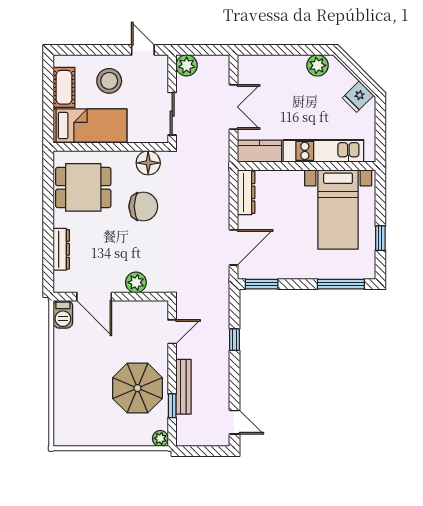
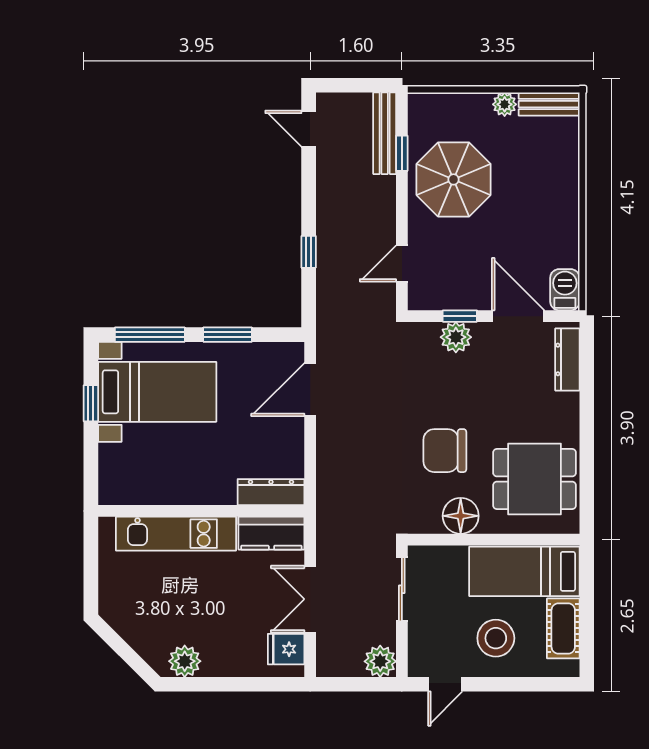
door: (143, 50) -> (445, 684), hinge flipped
fridge: (358, 97) -> (286, 649), moved, turned -135
floor lamp: (148, 163) -> (461, 516), moved
dresser: (246, 192) -> (271, 492), moved, turned 90
bed with nightstands: (338, 210) -> (157, 392), moved, turned 90
dresser: (61, 249) -> (567, 359), moved
window: (262, 284) -> (228, 335), moved
window: (133, 297) -> (460, 316), added
bench: (184, 387) -> (385, 133), moved
plant: (160, 438) -> (505, 104), moved
bench: (73, 439) -> (549, 104), added

